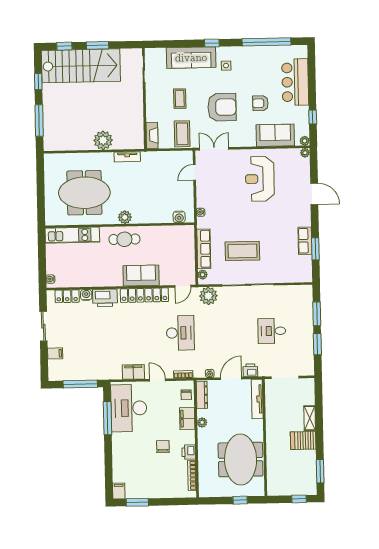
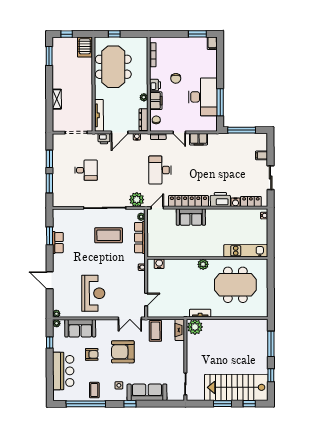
coffee table: (180, 99) -> (94, 390), moved
plant: (103, 140) -> (195, 327), moved
cafe table: (124, 239) -> (204, 247), removed
desk: (129, 408) -> (203, 97), moved
server rack: (303, 440) -> (85, 47), moved, turned 90
printer: (189, 452) -> (155, 85), moved

